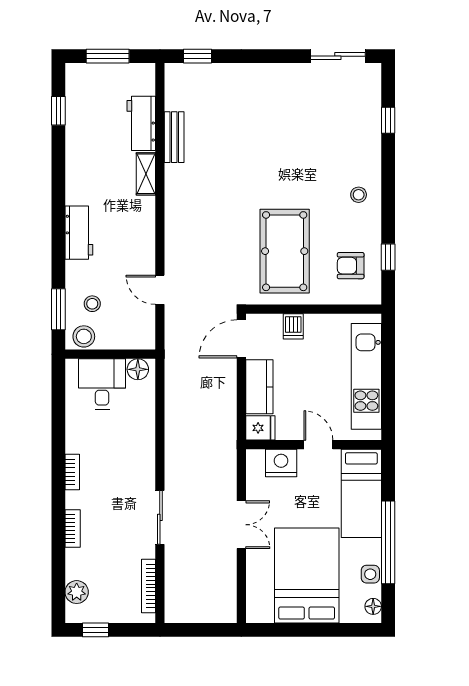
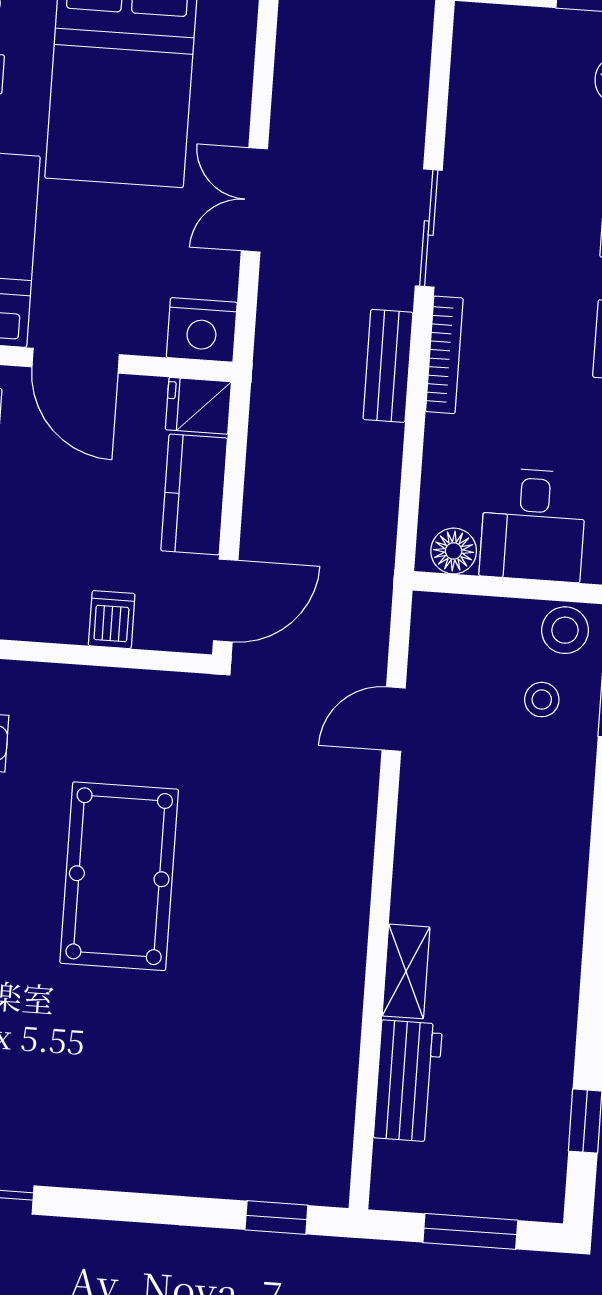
bench: (174, 137) -> (388, 366), moved
workbench: (79, 233) -> (560, 855), removed
pool table: (285, 251) -> (119, 876), moved
door: (160, 290) -> (394, 719), swing flipped
door: (318, 445) -> (76, 361), width x1.37
nightstand: (281, 463) -> (202, 330), moved
bookcase: (149, 586) -> (444, 355), moved

